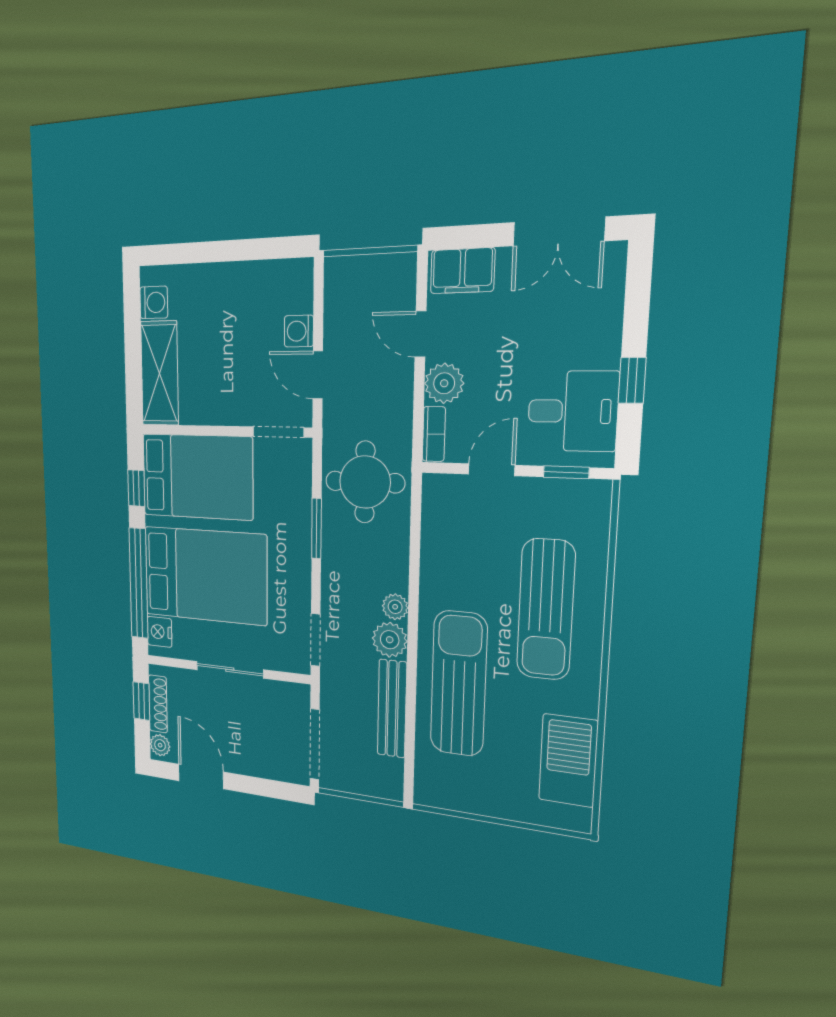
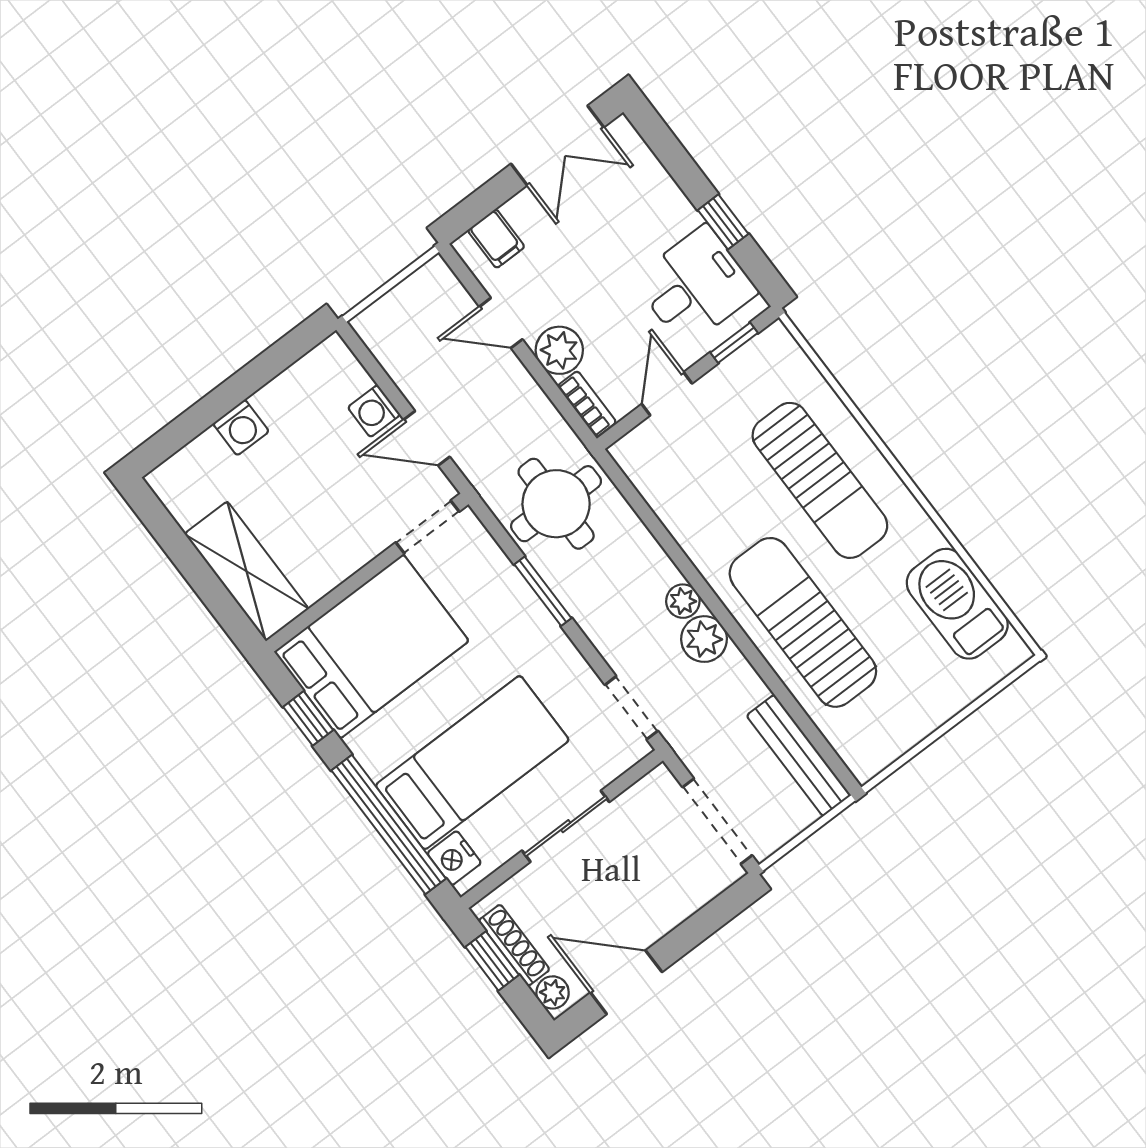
filing cabinet: (462, 271) -> (496, 239), width x0.50
washing machine: (154, 302) -> (241, 428), moved, turned 90
bed: (205, 575) -> (472, 763), width x0.67
bench: (392, 709) -> (799, 755), moved

